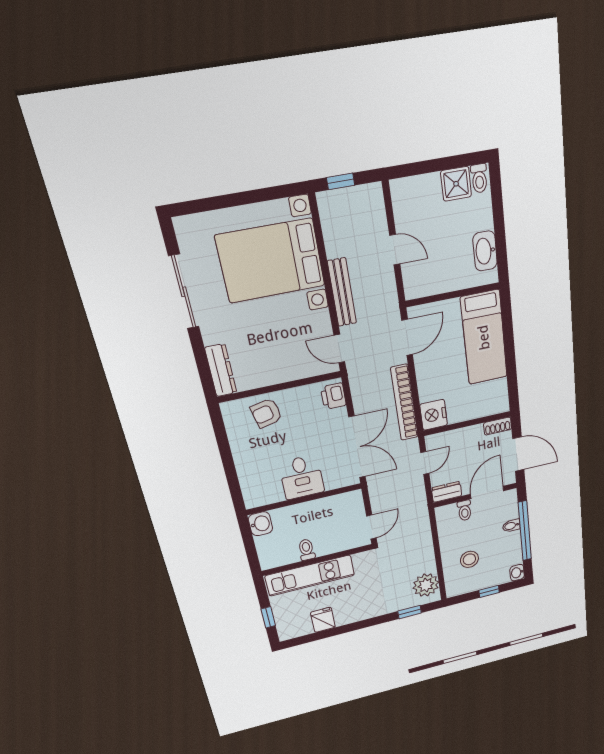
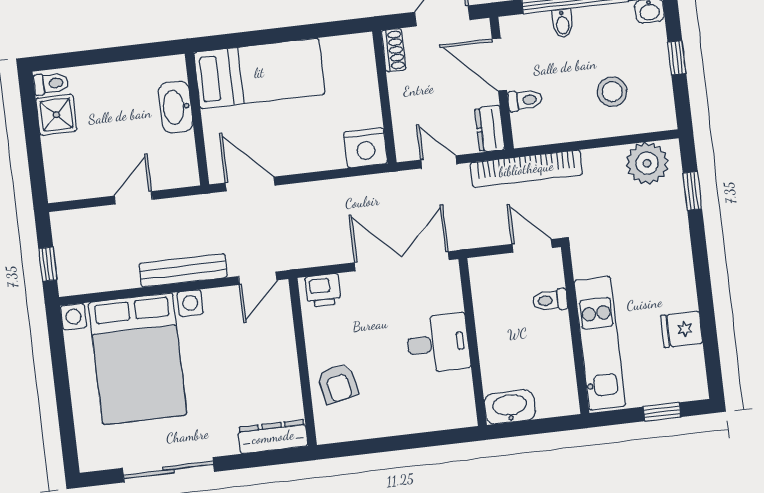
washbasin: (485, 251) -> (176, 107), moved, turned 90
bookcase: (404, 403) -> (526, 169), moved
washbasin: (260, 524) -> (510, 407), width x1.38
toilet: (307, 550) -> (550, 300), moved

